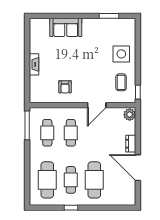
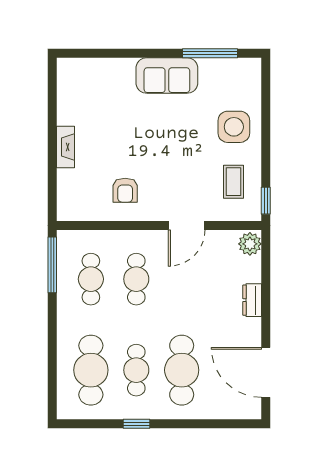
window: (109, 16) -> (210, 53), width x1.44
sofa: (66, 27) -> (167, 75), moved
door: (138, 168) -> (266, 372), moved

